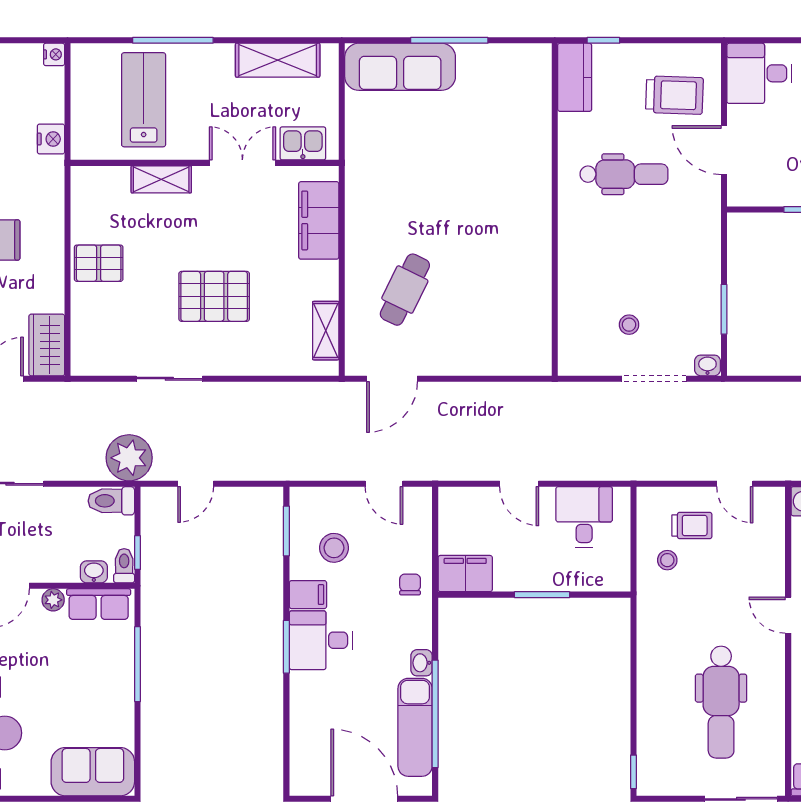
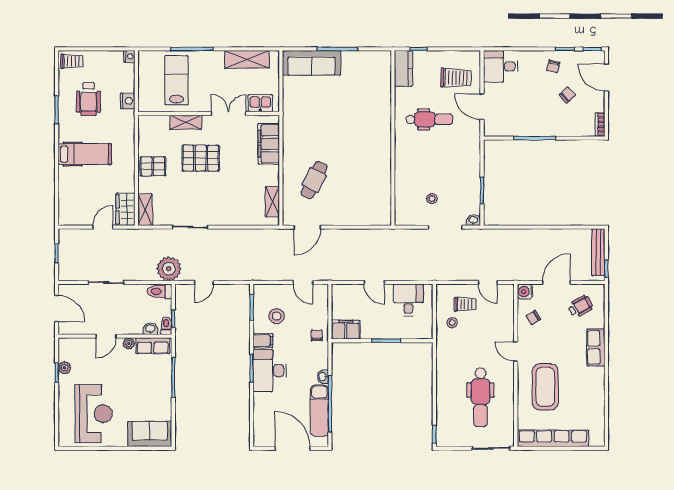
pallet: (214, 296) -> (201, 158), moved
shelving: (84, 346) -> (145, 210), added
desk: (321, 640) -> (270, 371), width x1.37

